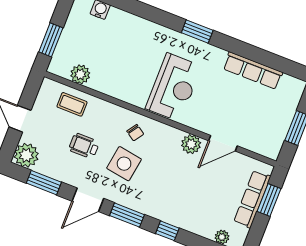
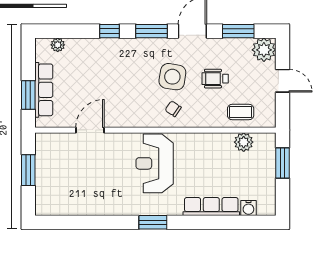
row of seats: (253, 71) -> (211, 207), moved
plant: (191, 144) -> (119, 118), removed
wheelchair: (84, 146) -> (215, 79), turned 180

